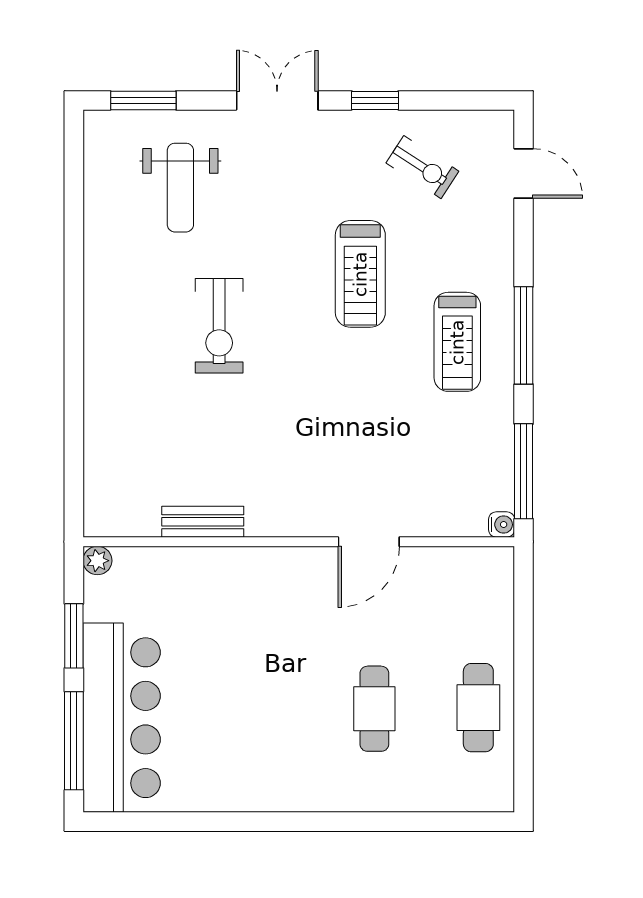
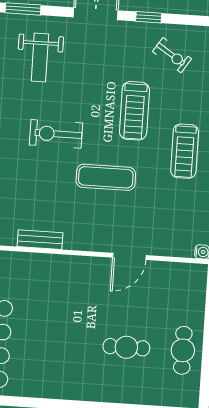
exercise bike: (219, 326) -> (56, 134), turned 90
exercise mat: (316, 399) -> (106, 177), added
cafe table: (374, 709) -> (126, 347), turned 90

